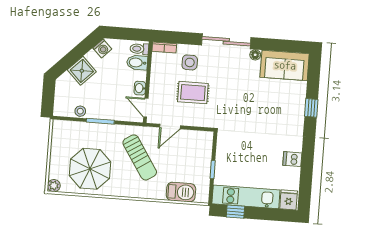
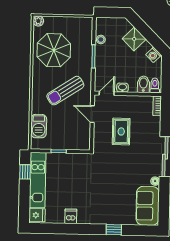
side table: (190, 62) -> (146, 127), removed

